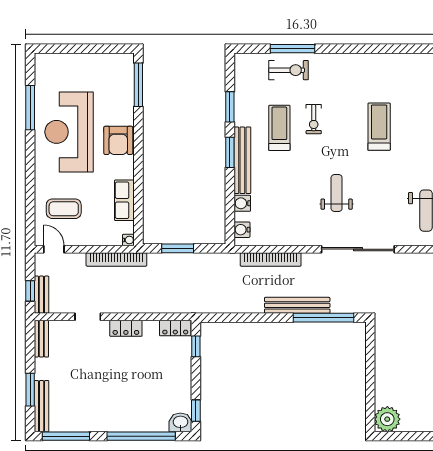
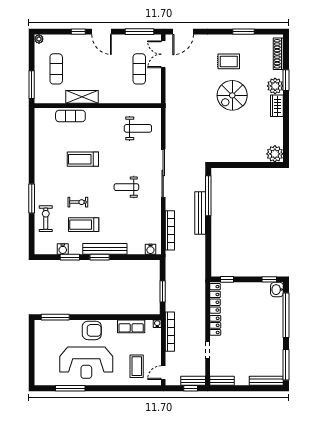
window: (292, 49) -> (32, 198), moved
water cooler: (242, 203) -> (63, 249), moved
locker: (175, 328) -> (215, 298), width x1.53
window: (30, 390) -> (255, 388), removed

